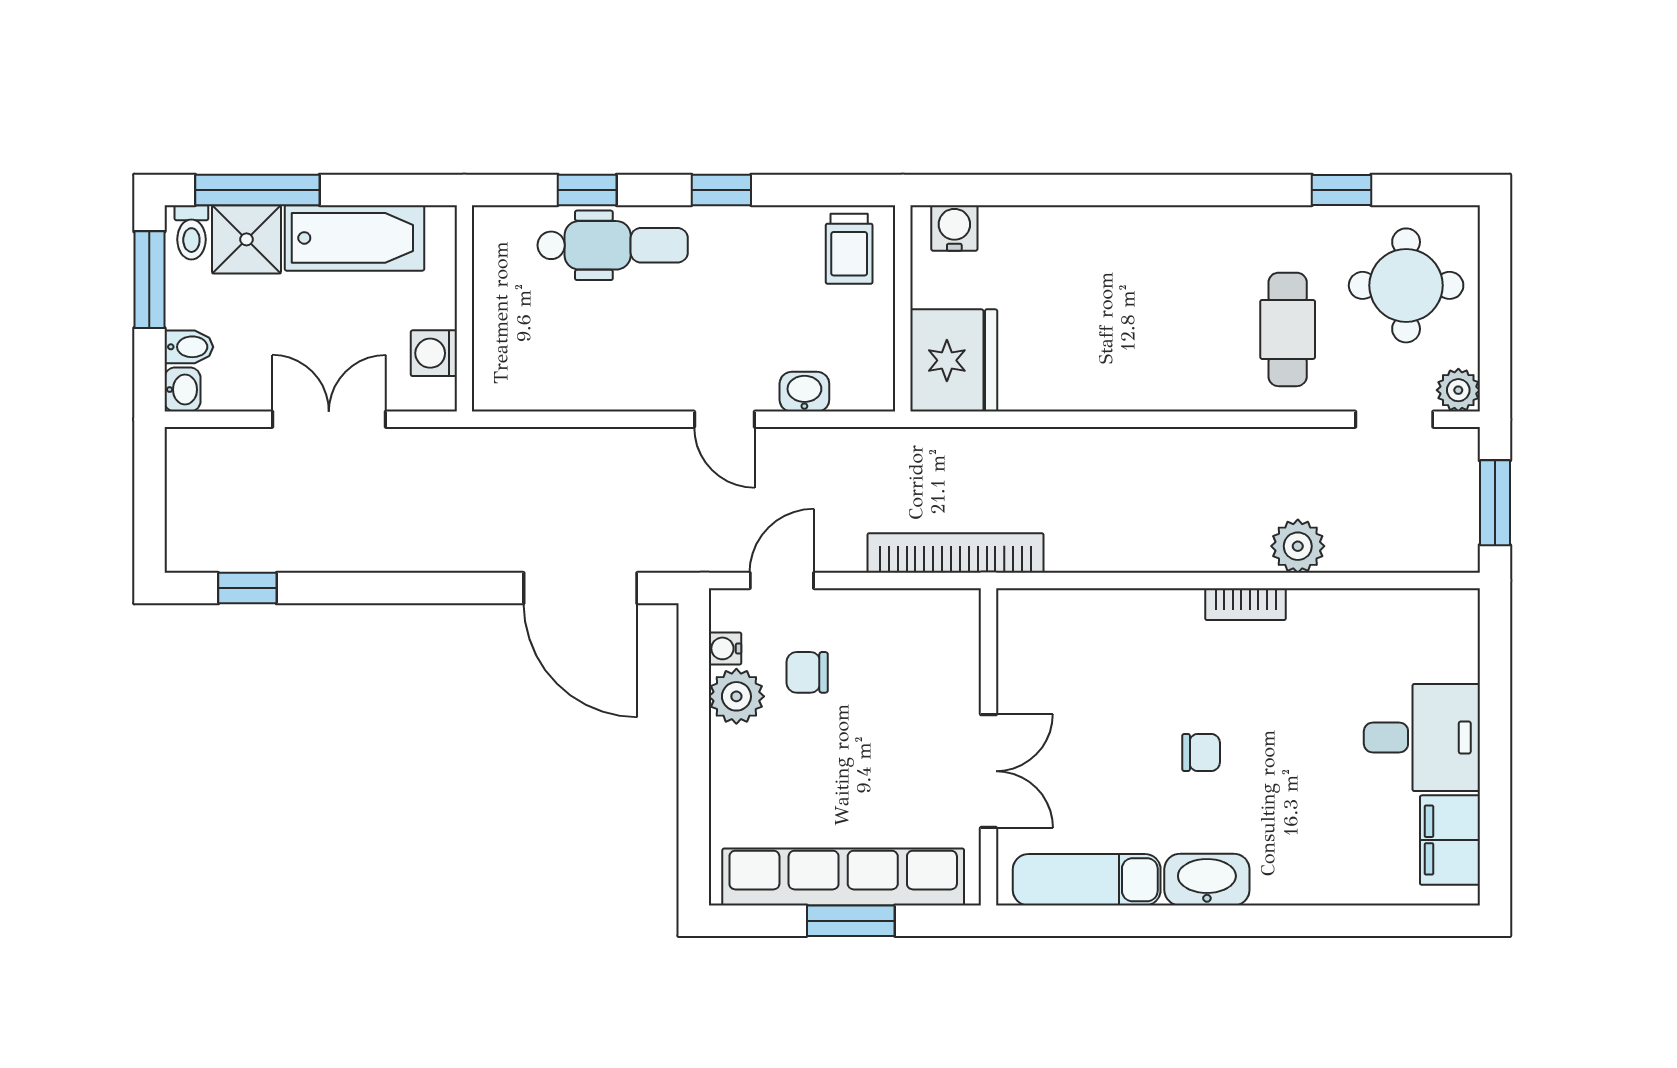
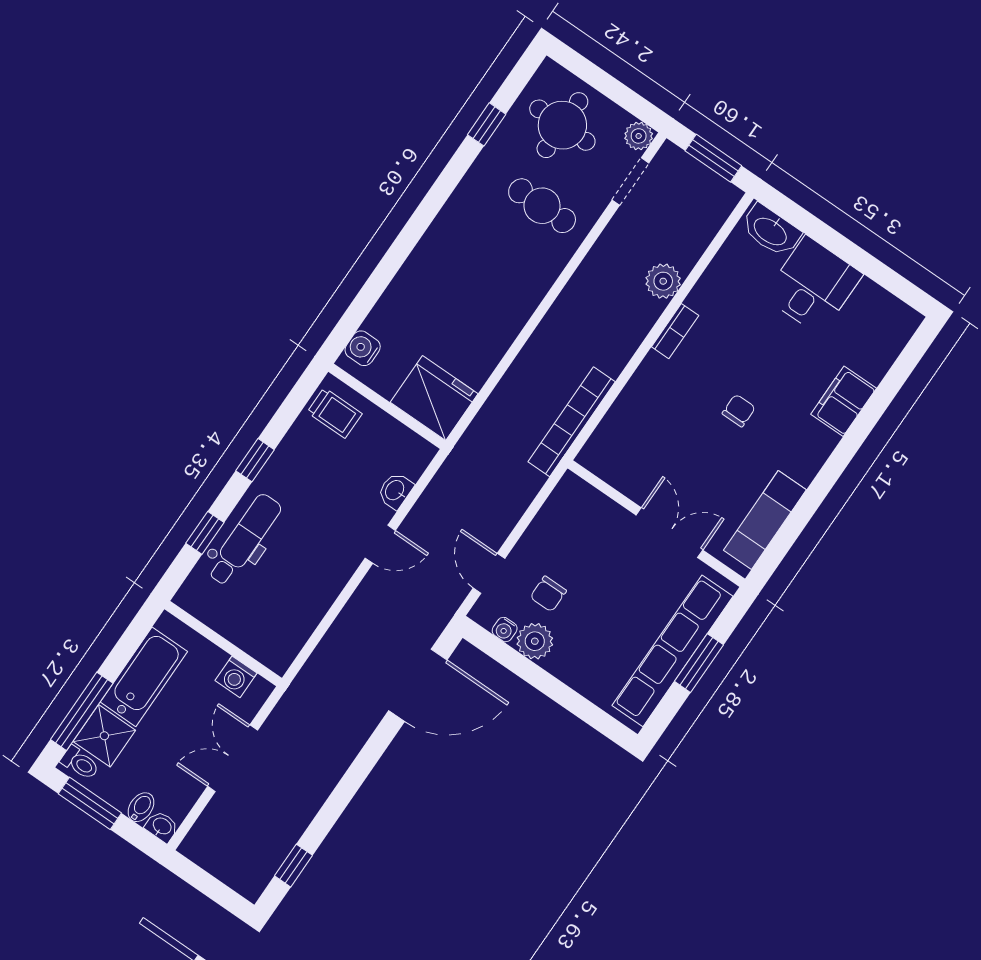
bookcase: (955, 553) -> (572, 422), moved
filing cabinet: (1450, 840) -> (844, 401), moved, turned 90
washbasin: (1207, 880) -> (771, 231), moved, turned -90

